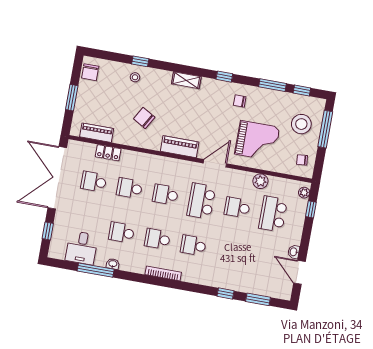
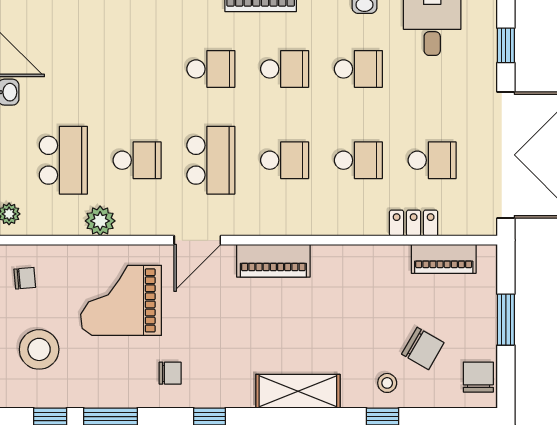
shelving: (186, 80) -> (298, 391), width x1.50, depth x1.33
chair: (144, 118) -> (423, 348), moved

